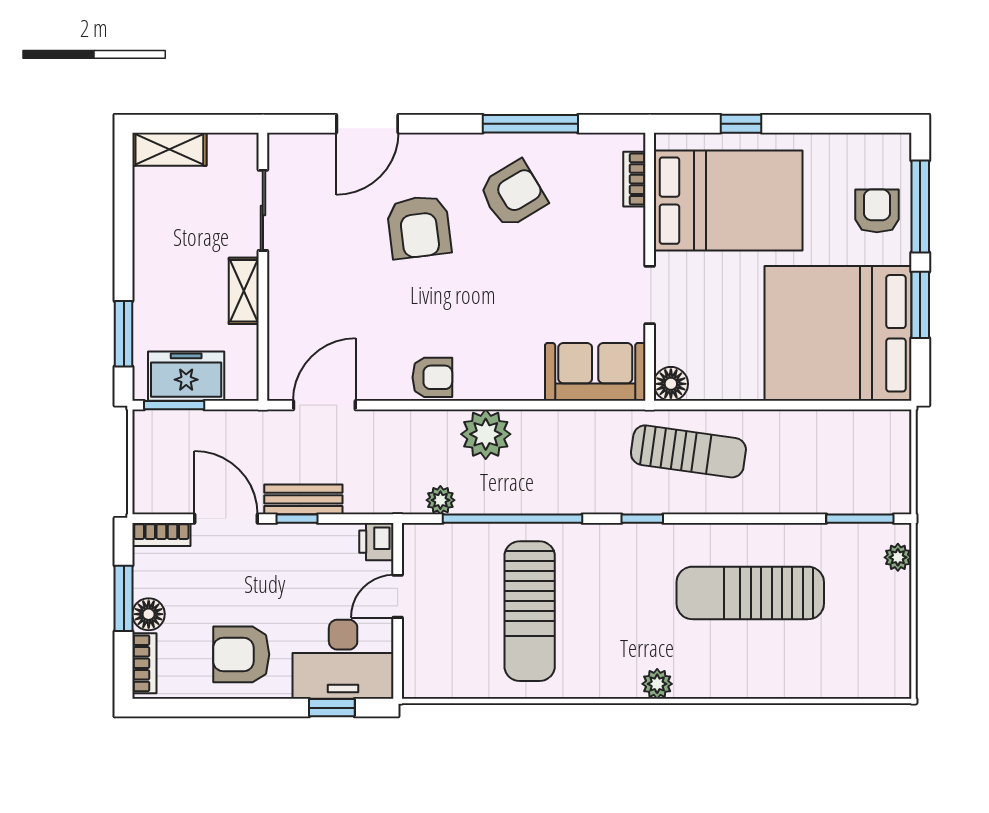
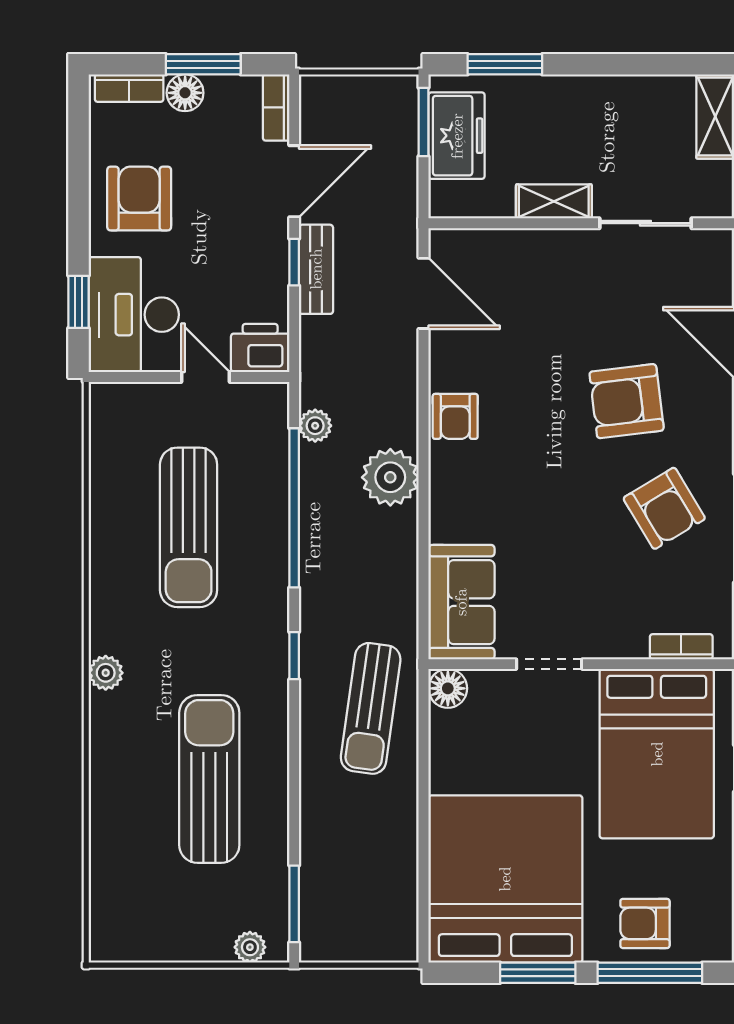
armchair: (877, 211) -> (645, 923), turned 180
printer: (376, 542) -> (260, 348), width x1.36, depth x1.24
sun lounger: (530, 611) -> (189, 527), turned -90

